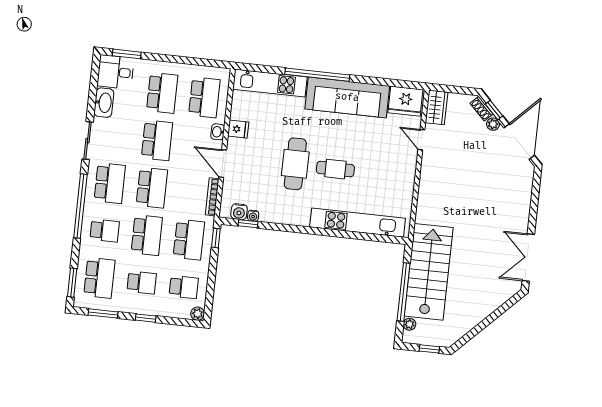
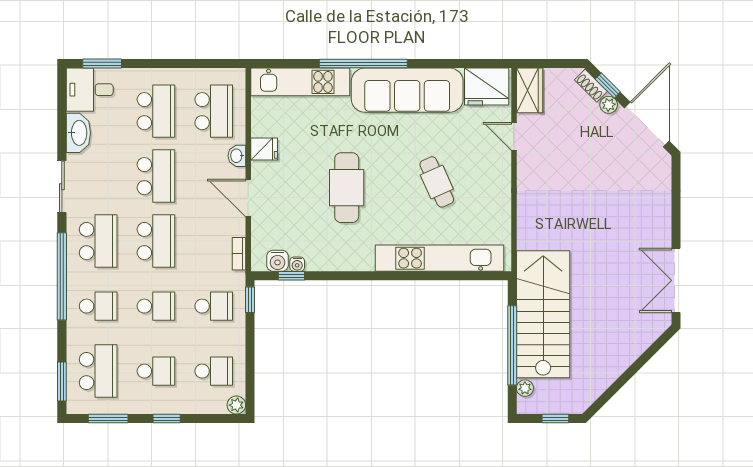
cafe table: (335, 169) -> (437, 182), moved, turned 66
bookcase: (212, 197) -> (239, 254), width x0.64
school desk: (147, 235) -> (156, 306), width x0.54
school desk: (189, 240) -> (214, 306), width x0.54

